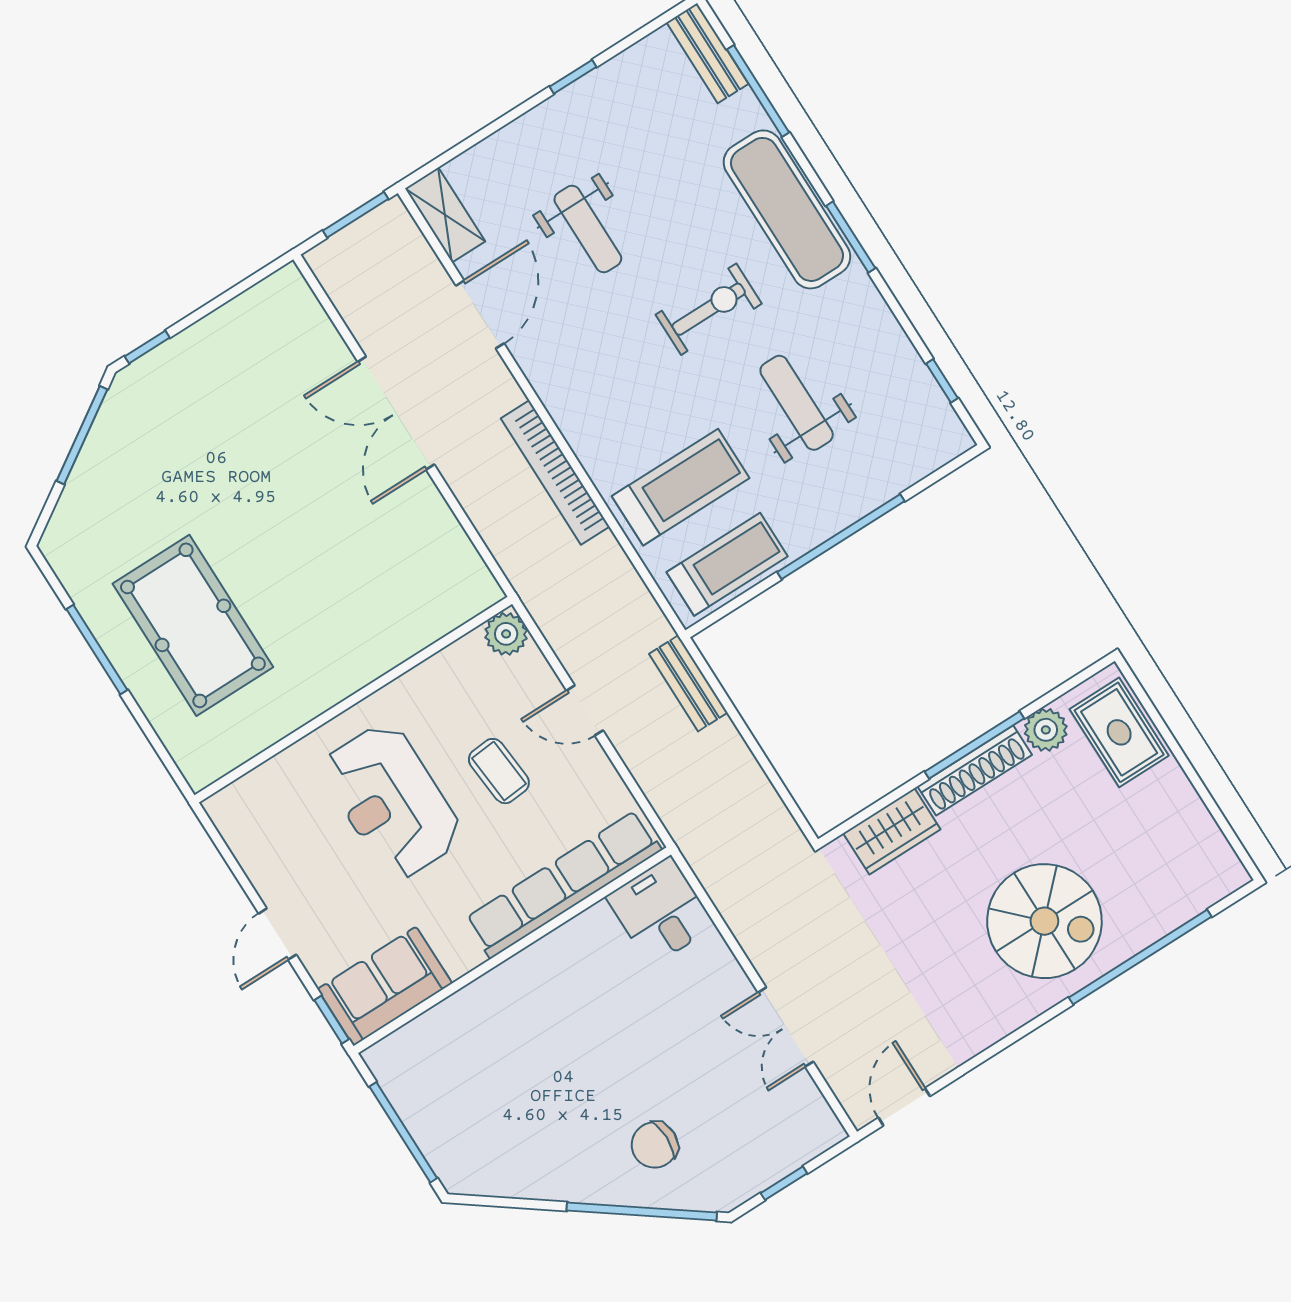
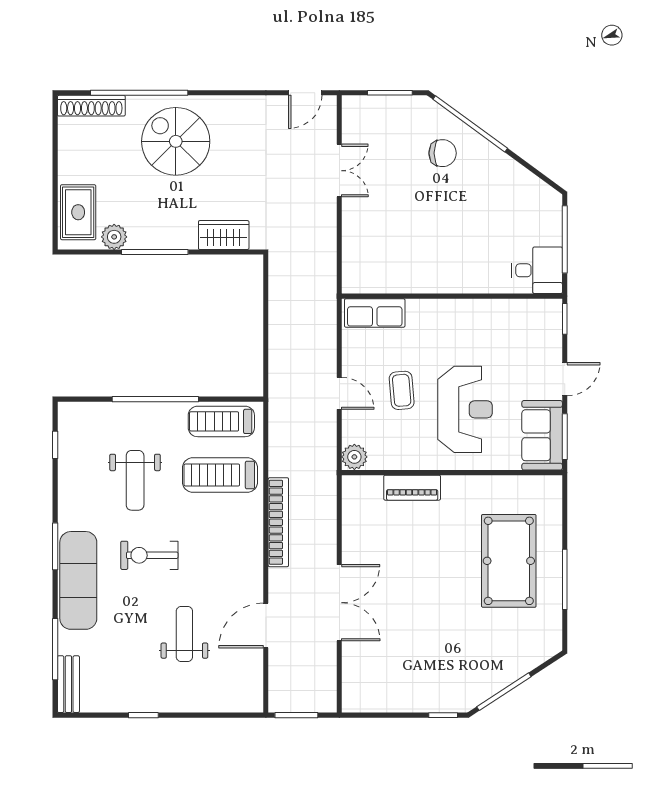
shelving: (445, 215) -> (252, 687), removed
piano: (396, 642) -> (412, 488), added
bench: (688, 683) -> (279, 374), removed
shoe rack: (975, 770) -> (91, 106), moved, turned 180
window: (226, 852) -> (565, 437), added
row of seats: (563, 884) -> (375, 313), width x0.50
desk: (661, 911) -> (537, 270), moved, turned -90
sofa: (385, 986) -> (542, 435), moved, turned 90
window: (784, 1183) -> (390, 93), width x1.50

